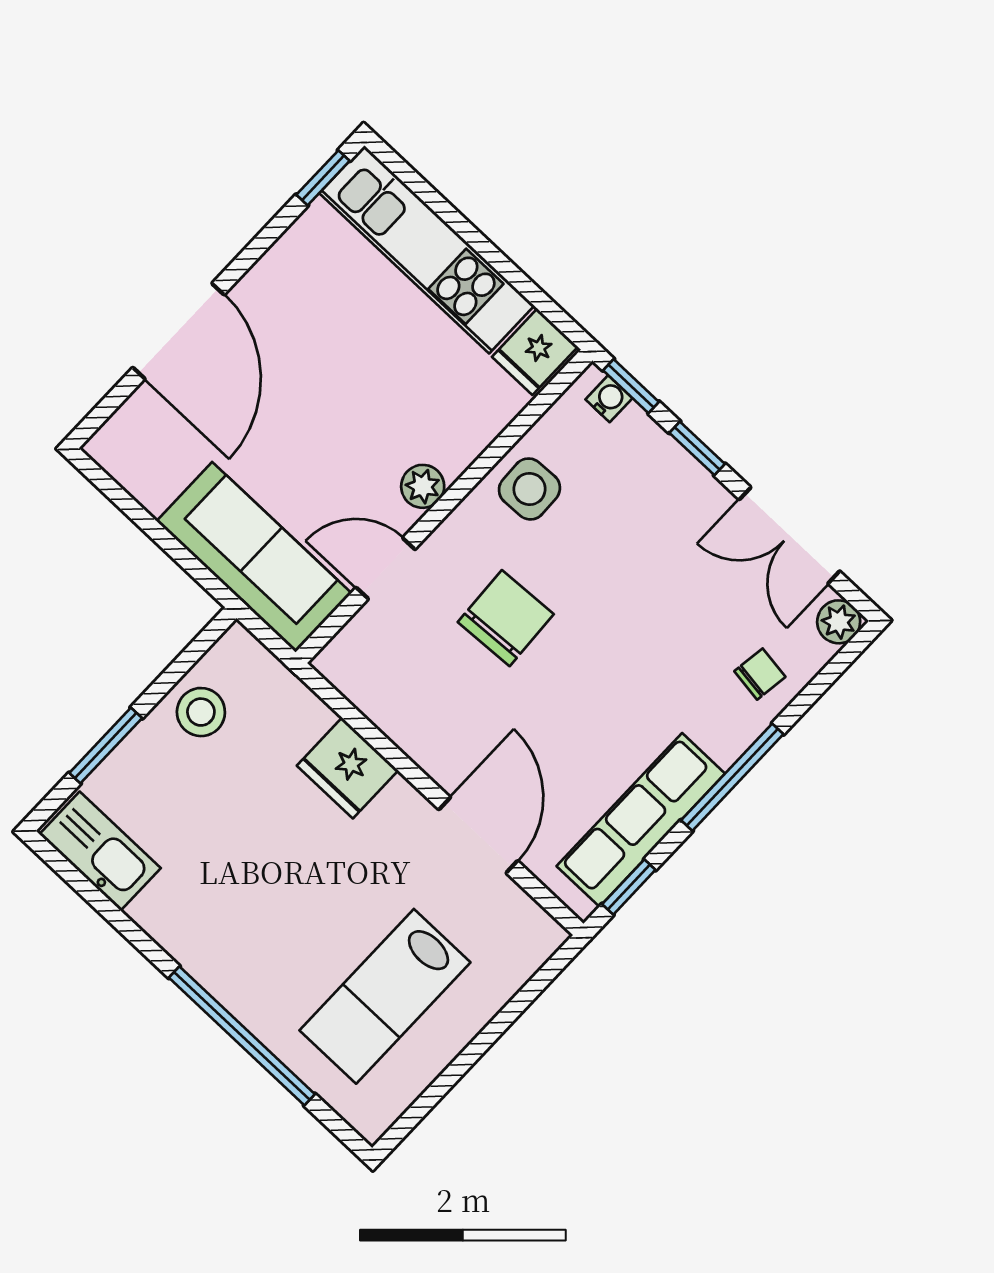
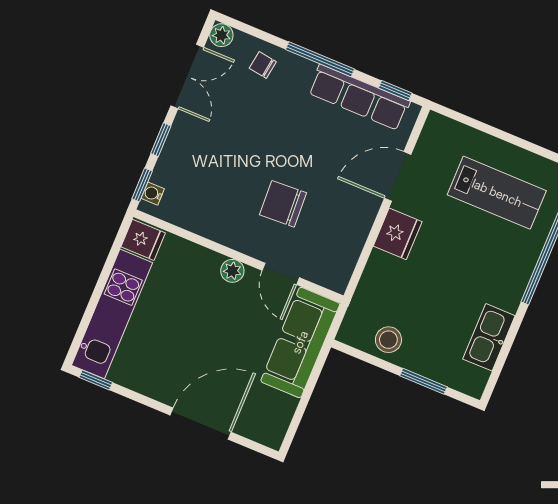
side table: (529, 489) -> (213, 216), removed
fridge: (347, 768) -> (398, 234), moved
kitchen sink: (100, 851) -> (489, 337), moved

